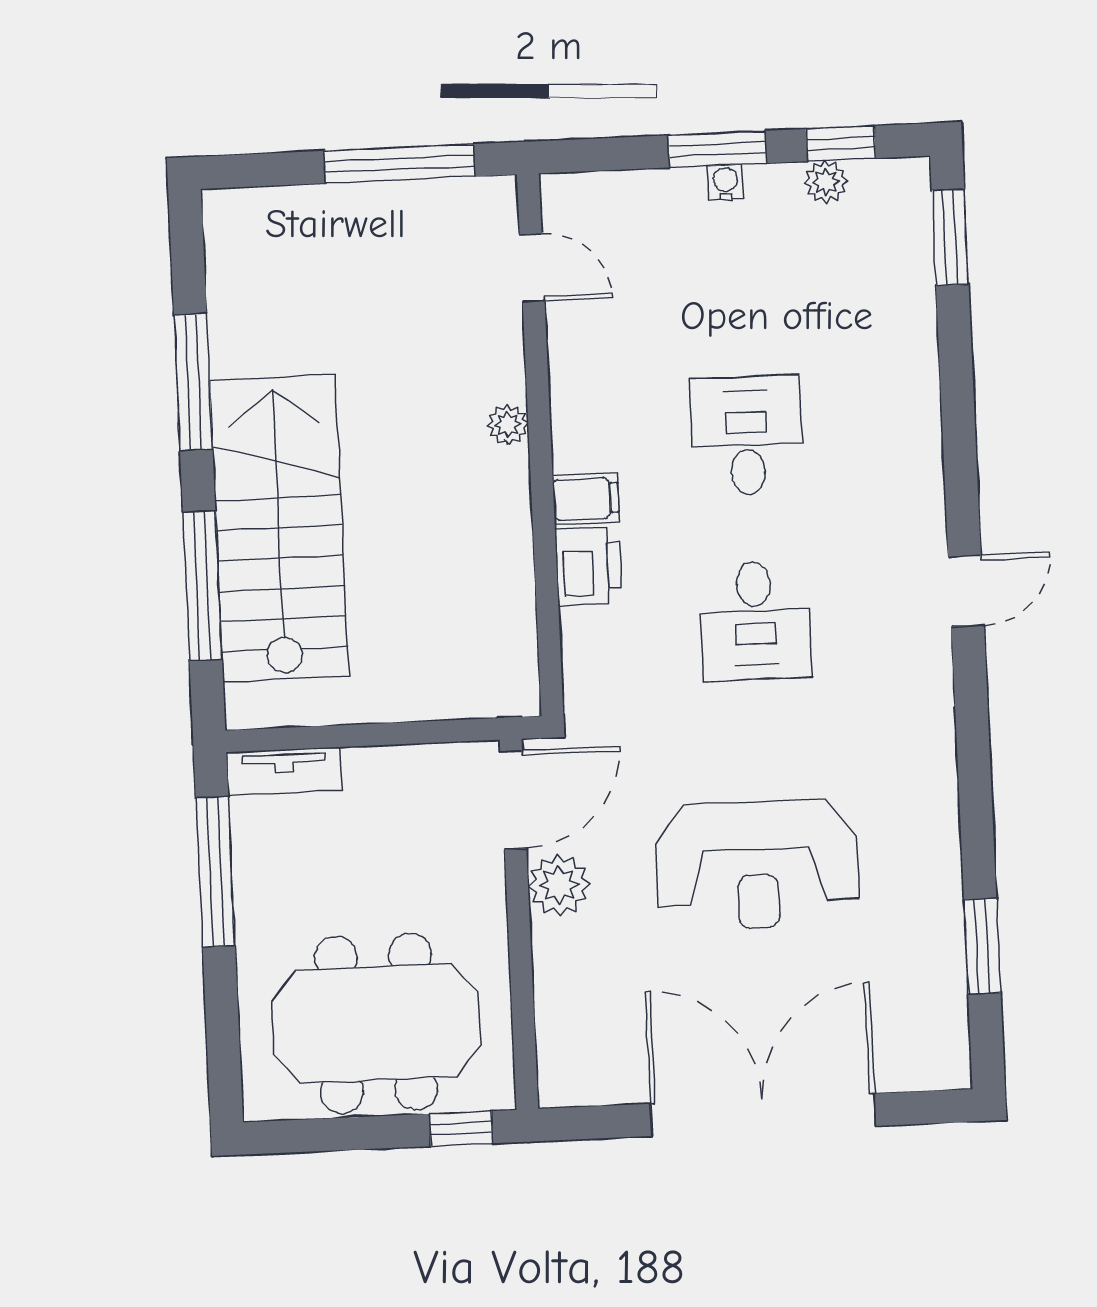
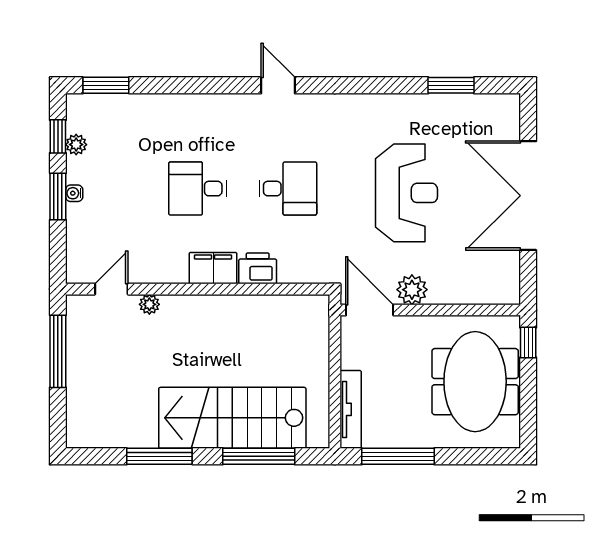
plant: (508, 425) -> (149, 304), moved
filing cabinet: (586, 499) -> (213, 268), width x2.00
tv unit: (284, 771) -> (351, 409), width x1.41

